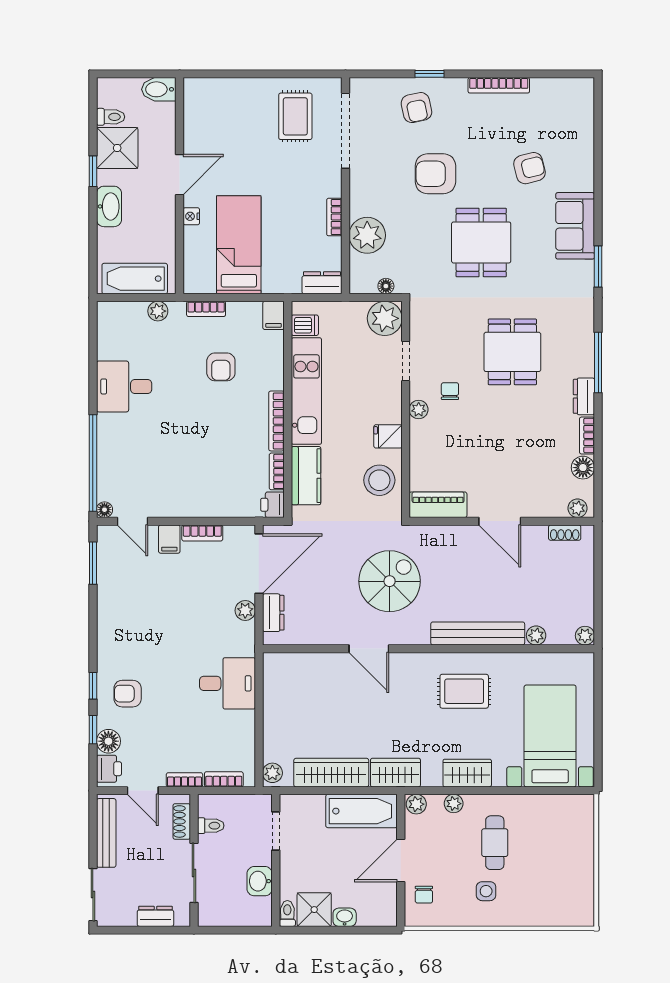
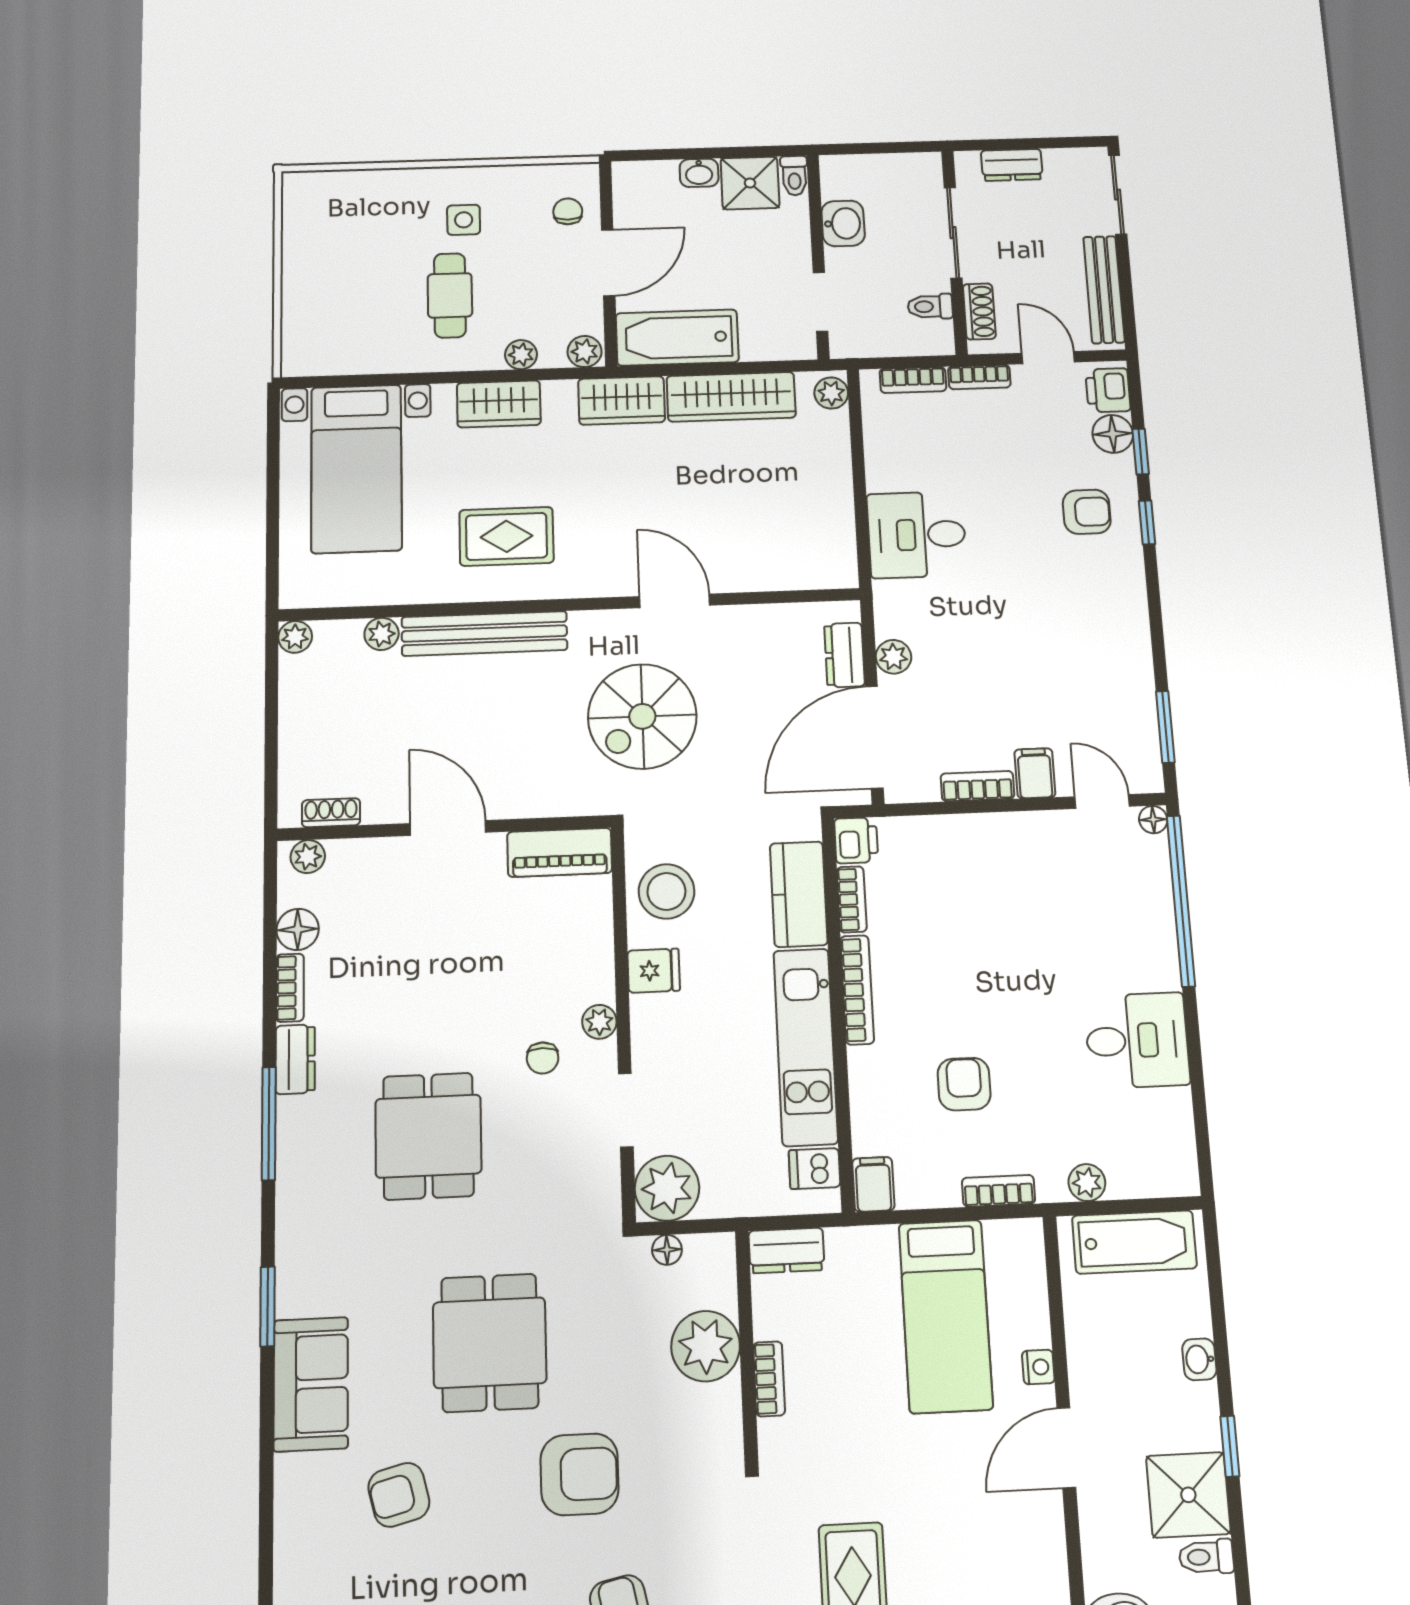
washbasin: (109, 206) -> (1199, 1359), width x0.52, depth x0.69

